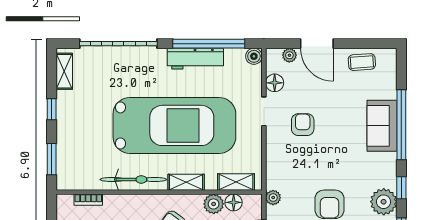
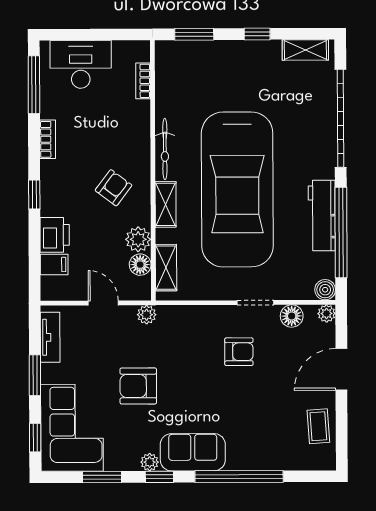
plant: (289, 55) -> (327, 313), moved
sofa: (382, 126) -> (193, 452), moved
bicycle: (133, 179) -> (165, 149), width x0.73, depth x0.71
plant: (384, 202) -> (150, 462), width x0.53, depth x0.53

